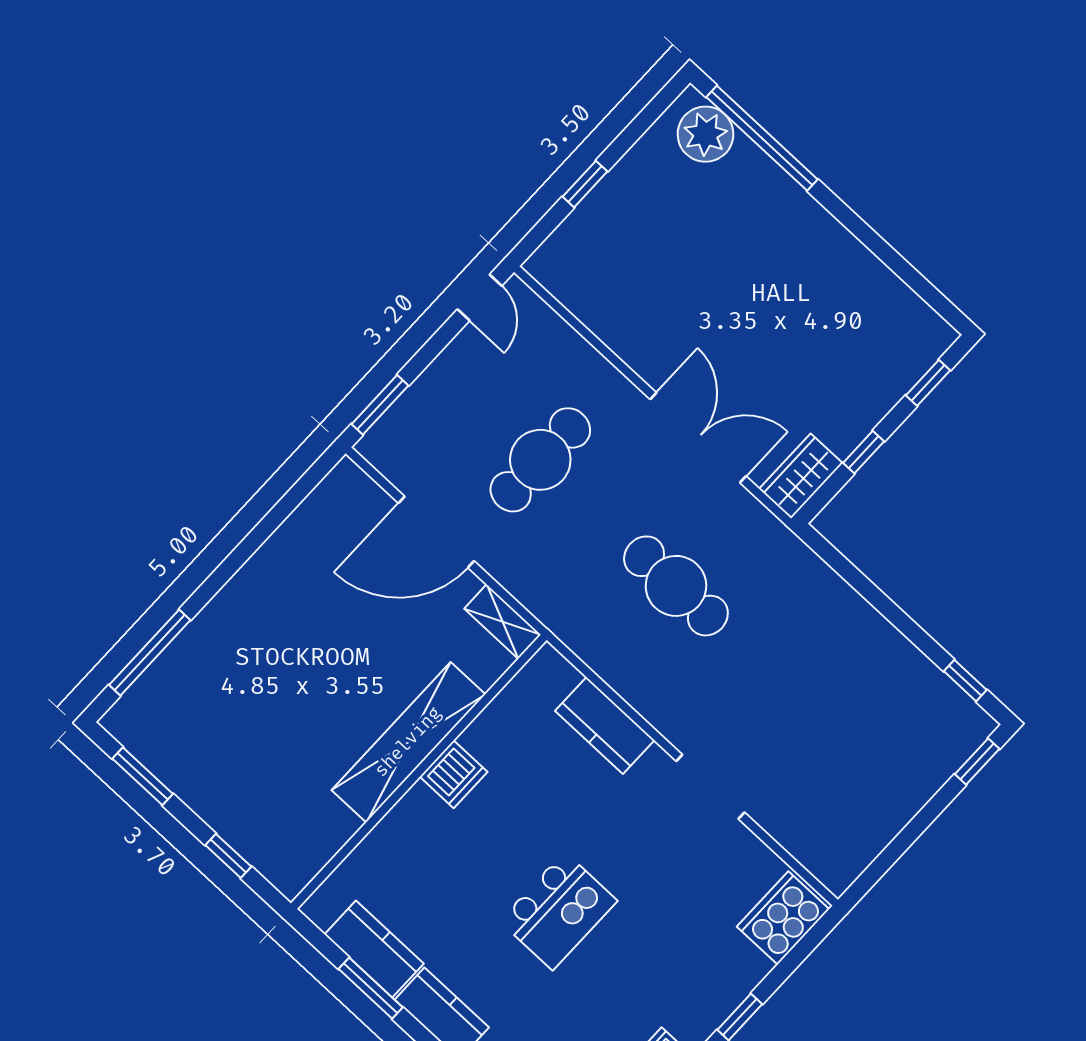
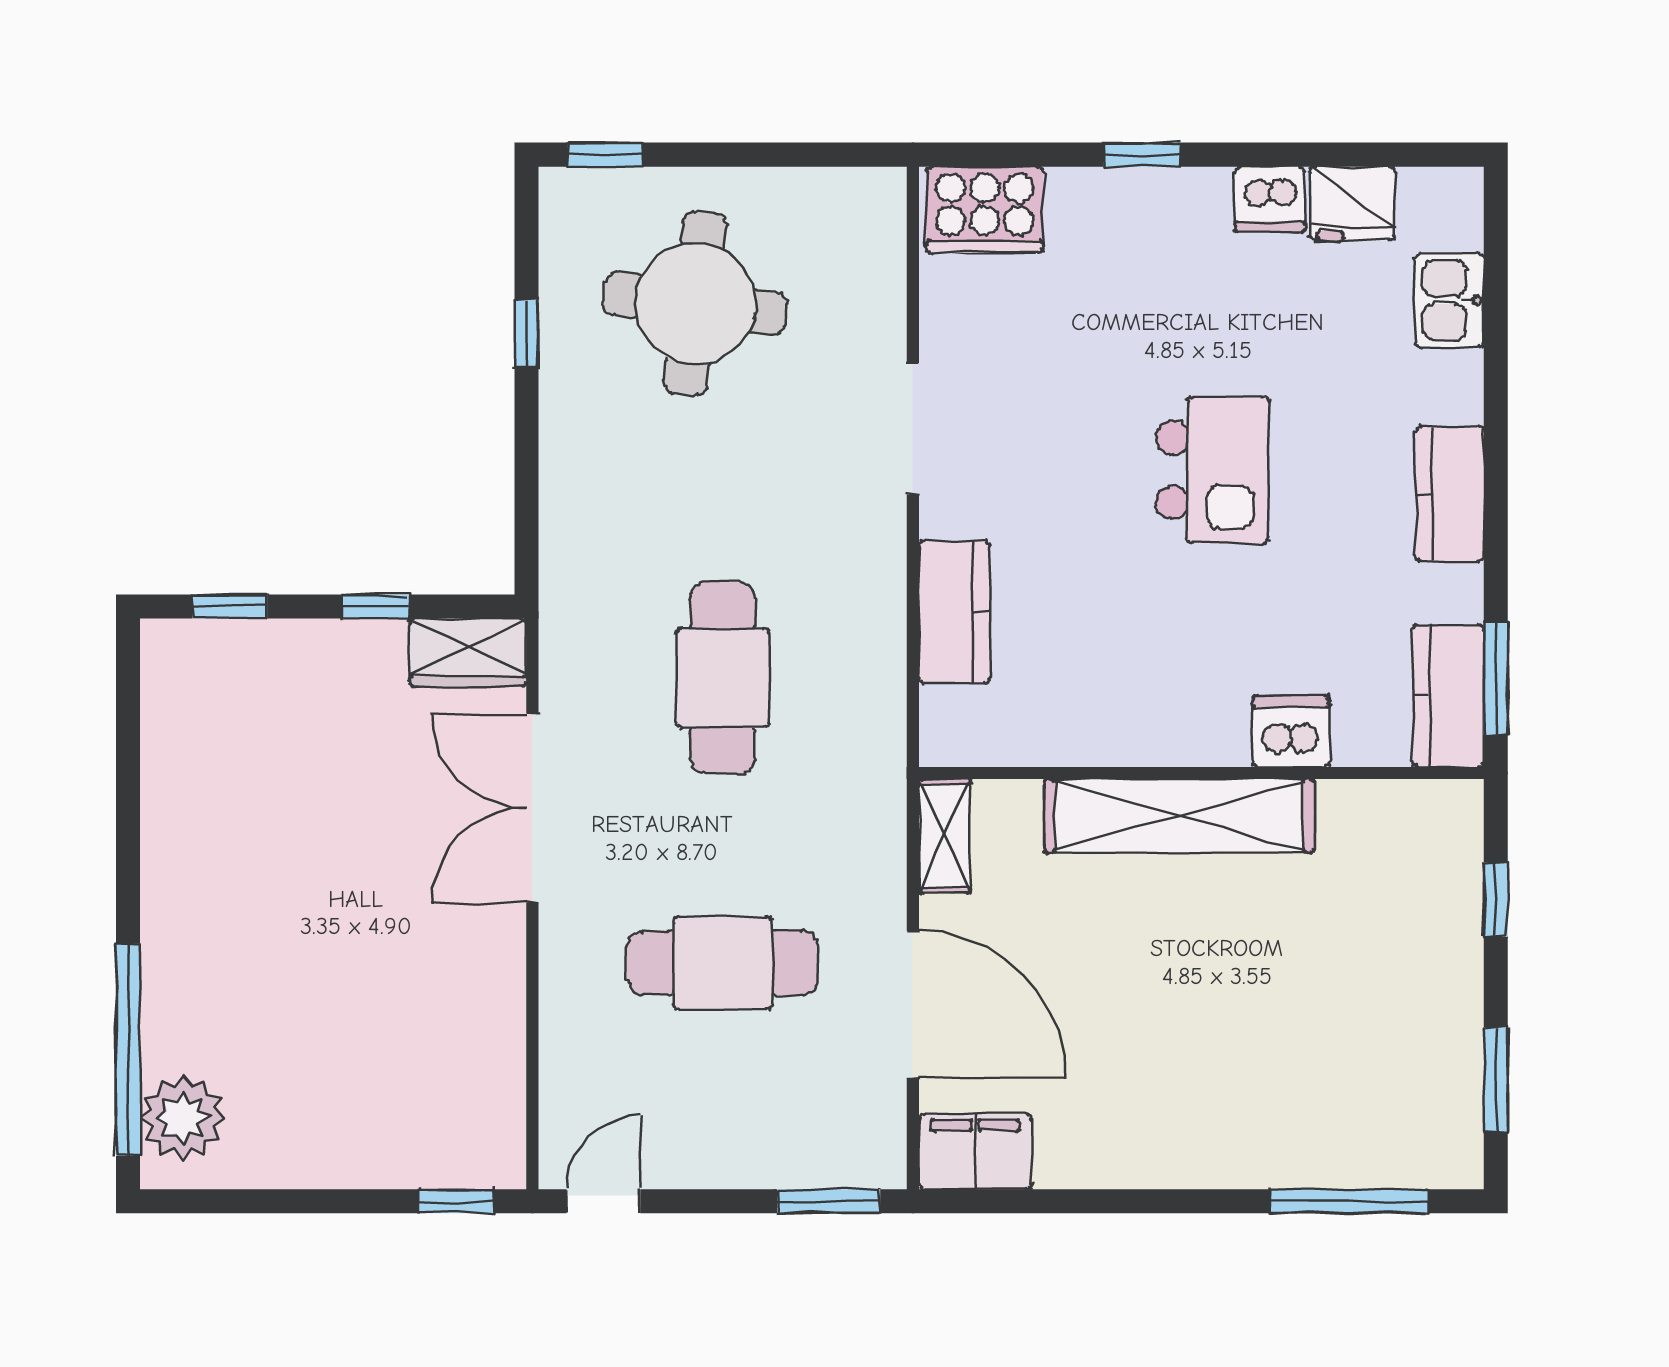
window: (585, 184) -> (456, 1201), moved
filing cabinet: (339, 497) -> (975, 1152), added
window: (965, 681) -> (526, 333), moved
round table: (867, 738) -> (695, 303), added
dishwasher: (454, 774) -> (1291, 731), moved
kitchen island: (558, 911) -> (1212, 470), turned 90
kitchen counter: (374, 949) -> (1448, 696), moved
window: (371, 988) -> (1496, 678), moved

